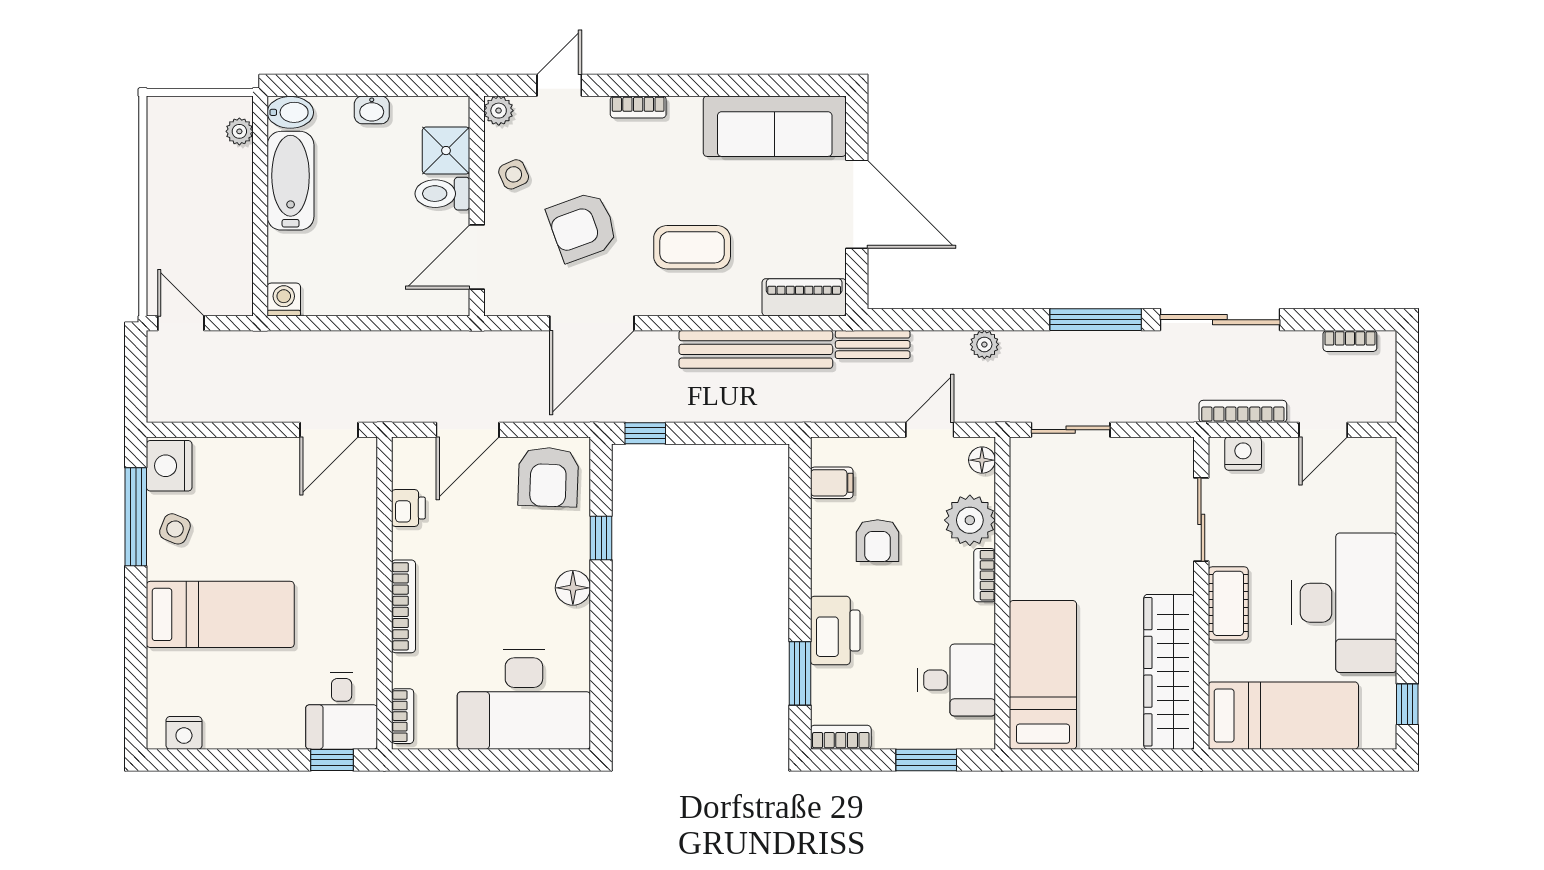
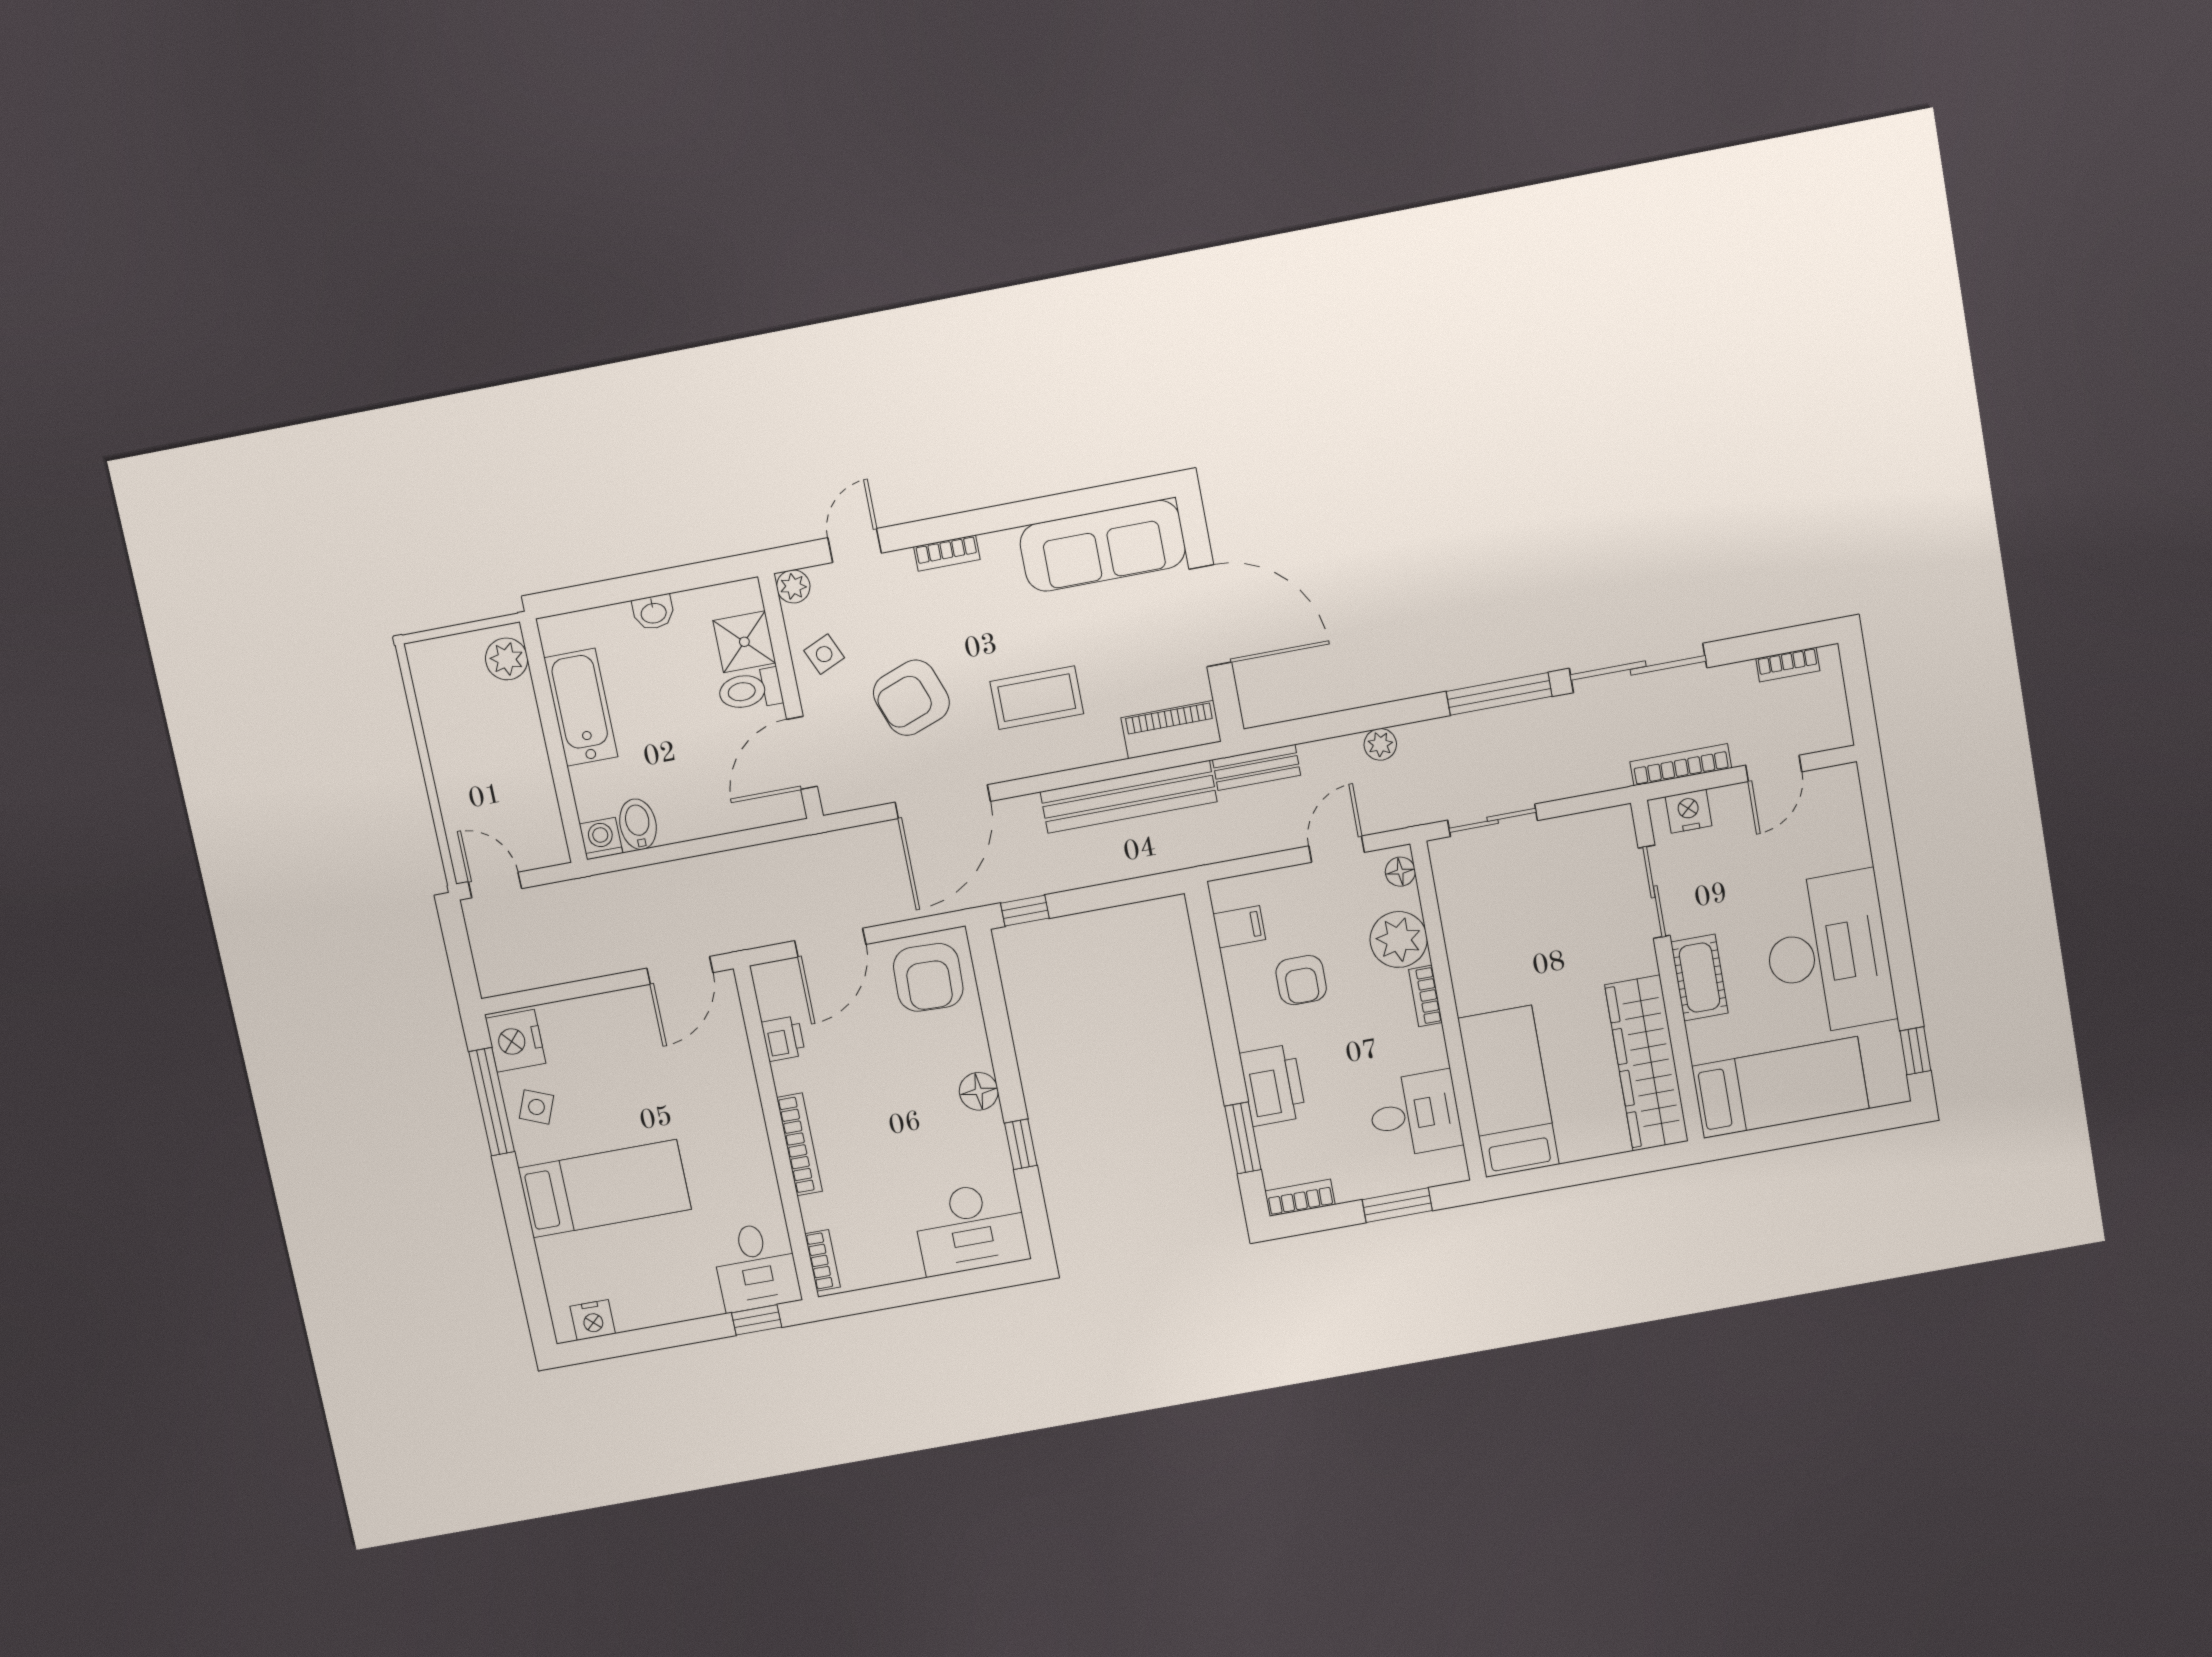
bidet: (290, 112) -> (638, 824), moved, turned -90
plant: (239, 131) -> (507, 659), width x1.38, depth x1.38
window: (601, 538) -> (1021, 1144), moved
desk: (524, 700) -> (971, 1228), width x0.73, depth x0.77

